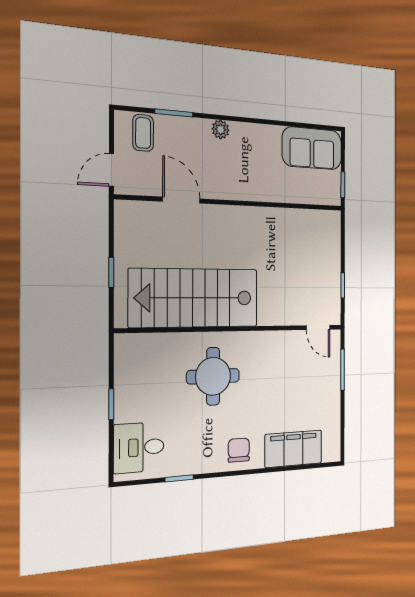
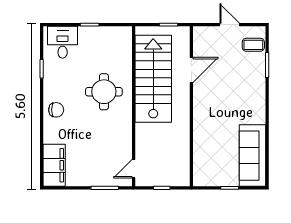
plant: (221, 129) -> (260, 97), removed
sofa: (312, 148) -> (253, 156), width x1.36
door: (181, 200) -> (191, 70), moved
wall: (234, 203) -> (191, 106), moved
filing cabinet: (294, 449) -> (54, 165), moved

